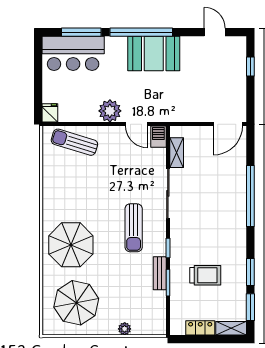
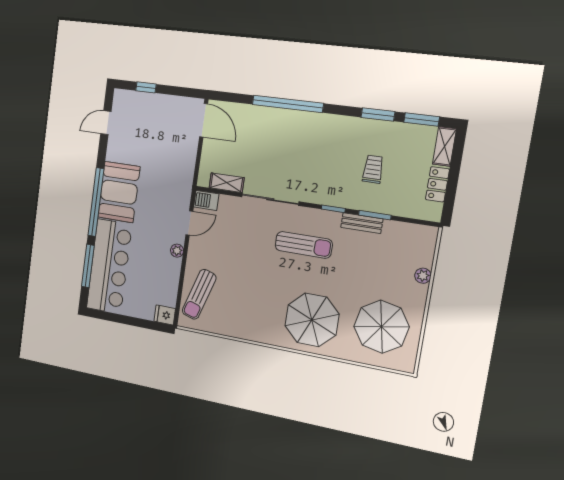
bar counter: (73, 53) -> (109, 266), width x1.36
plant: (110, 111) -> (177, 251), width x0.53, depth x0.53
trolley: (205, 275) -> (373, 169), width x0.73, depth x0.72

